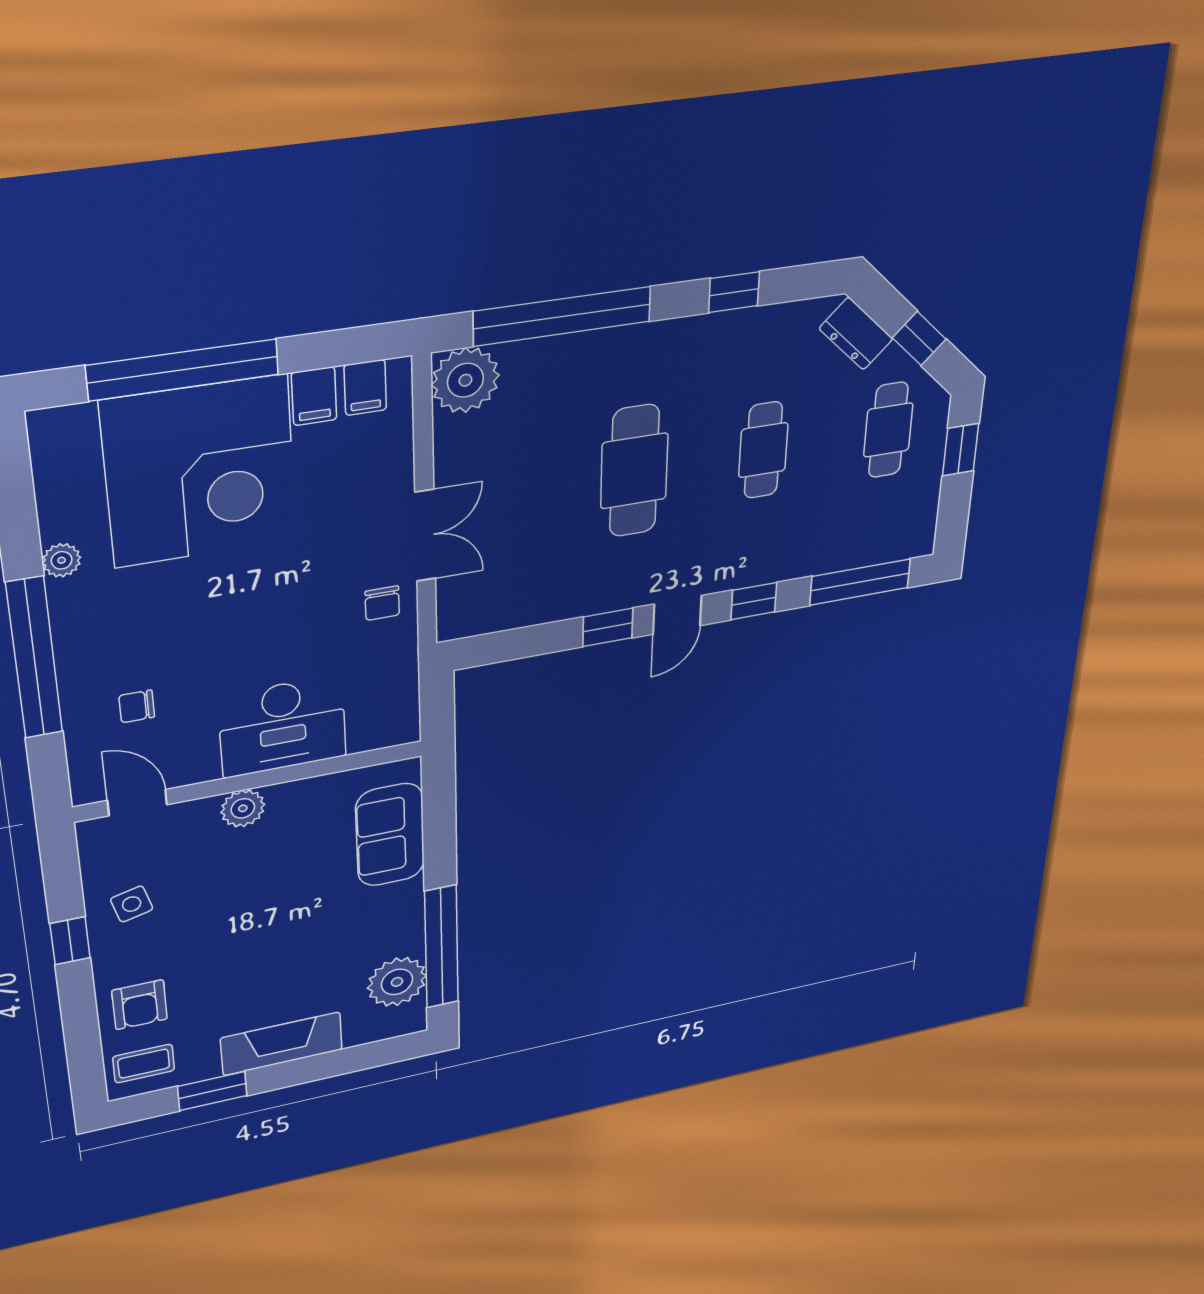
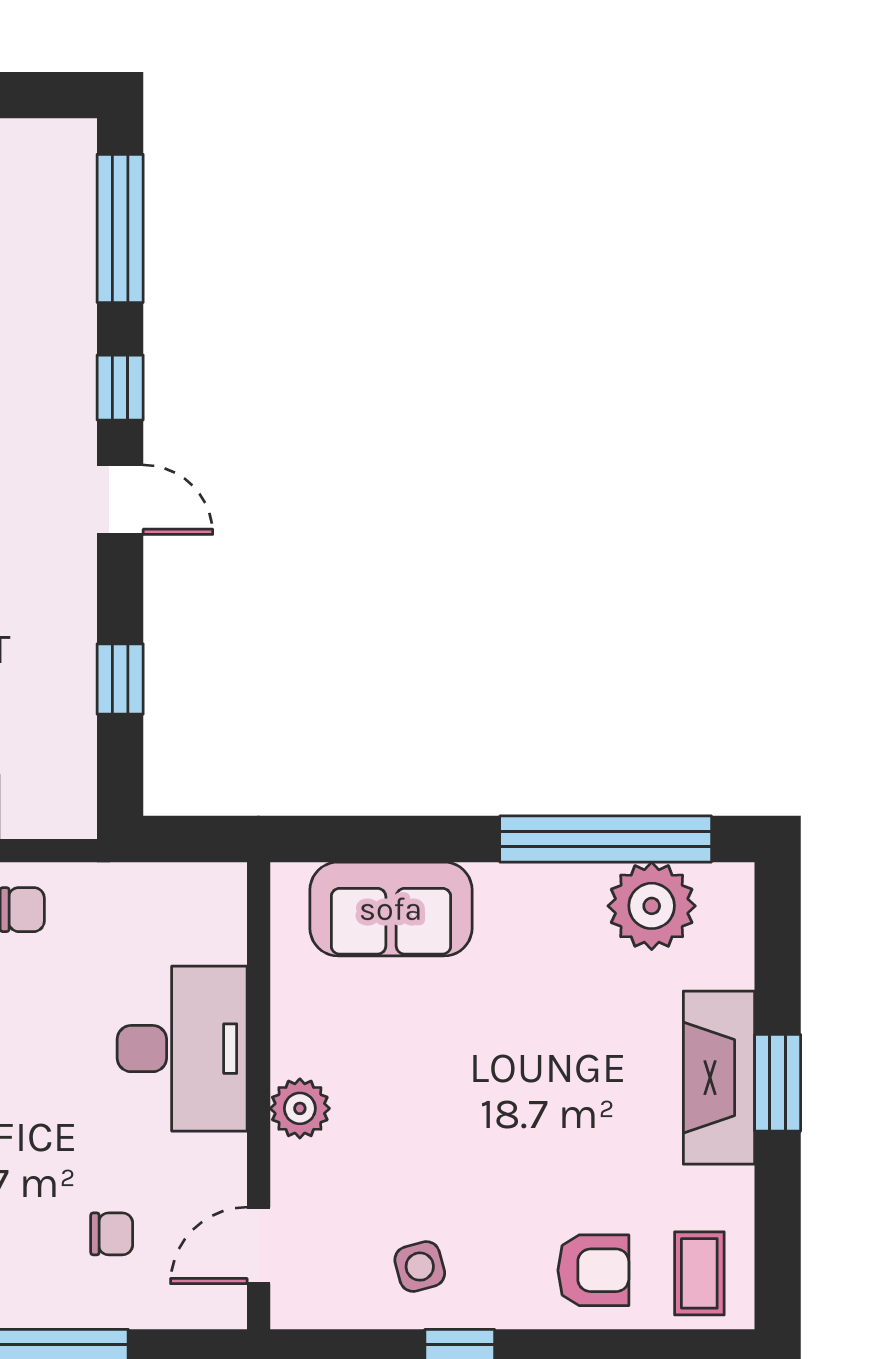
window: (608, 627) -> (120, 679), moved
chair: (137, 706) -> (112, 1234), turned -90
window: (212, 1091) -> (778, 1083), moved

